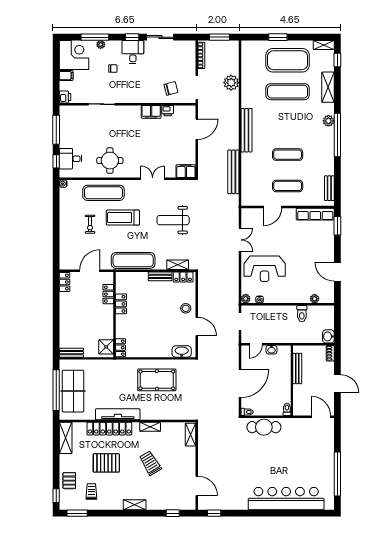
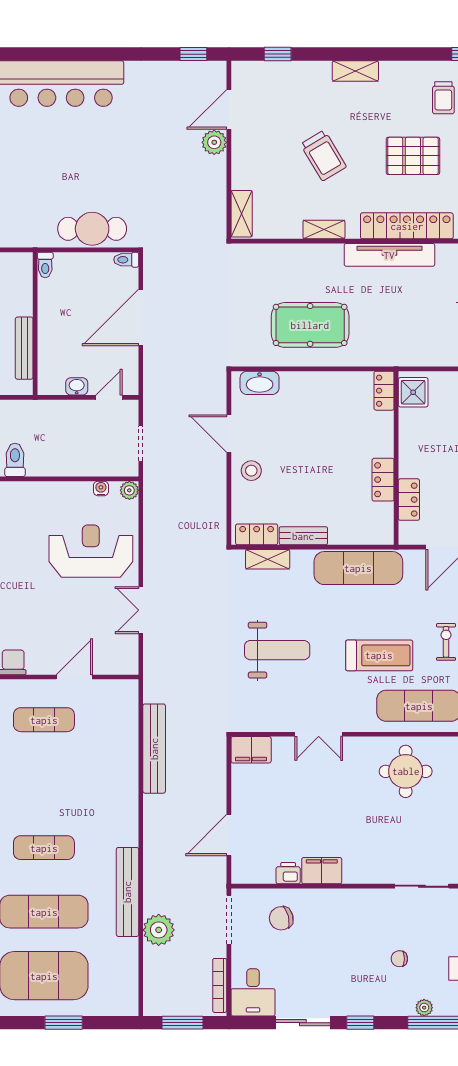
desk: (133, 52) -> (253, 992), moved
bench: (247, 130) -> (127, 892), moved
exercise mat: (288, 155) -> (44, 848), moved
plant: (204, 470) -> (214, 142), added
door: (197, 486) -> (229, 109), hinge flipped

